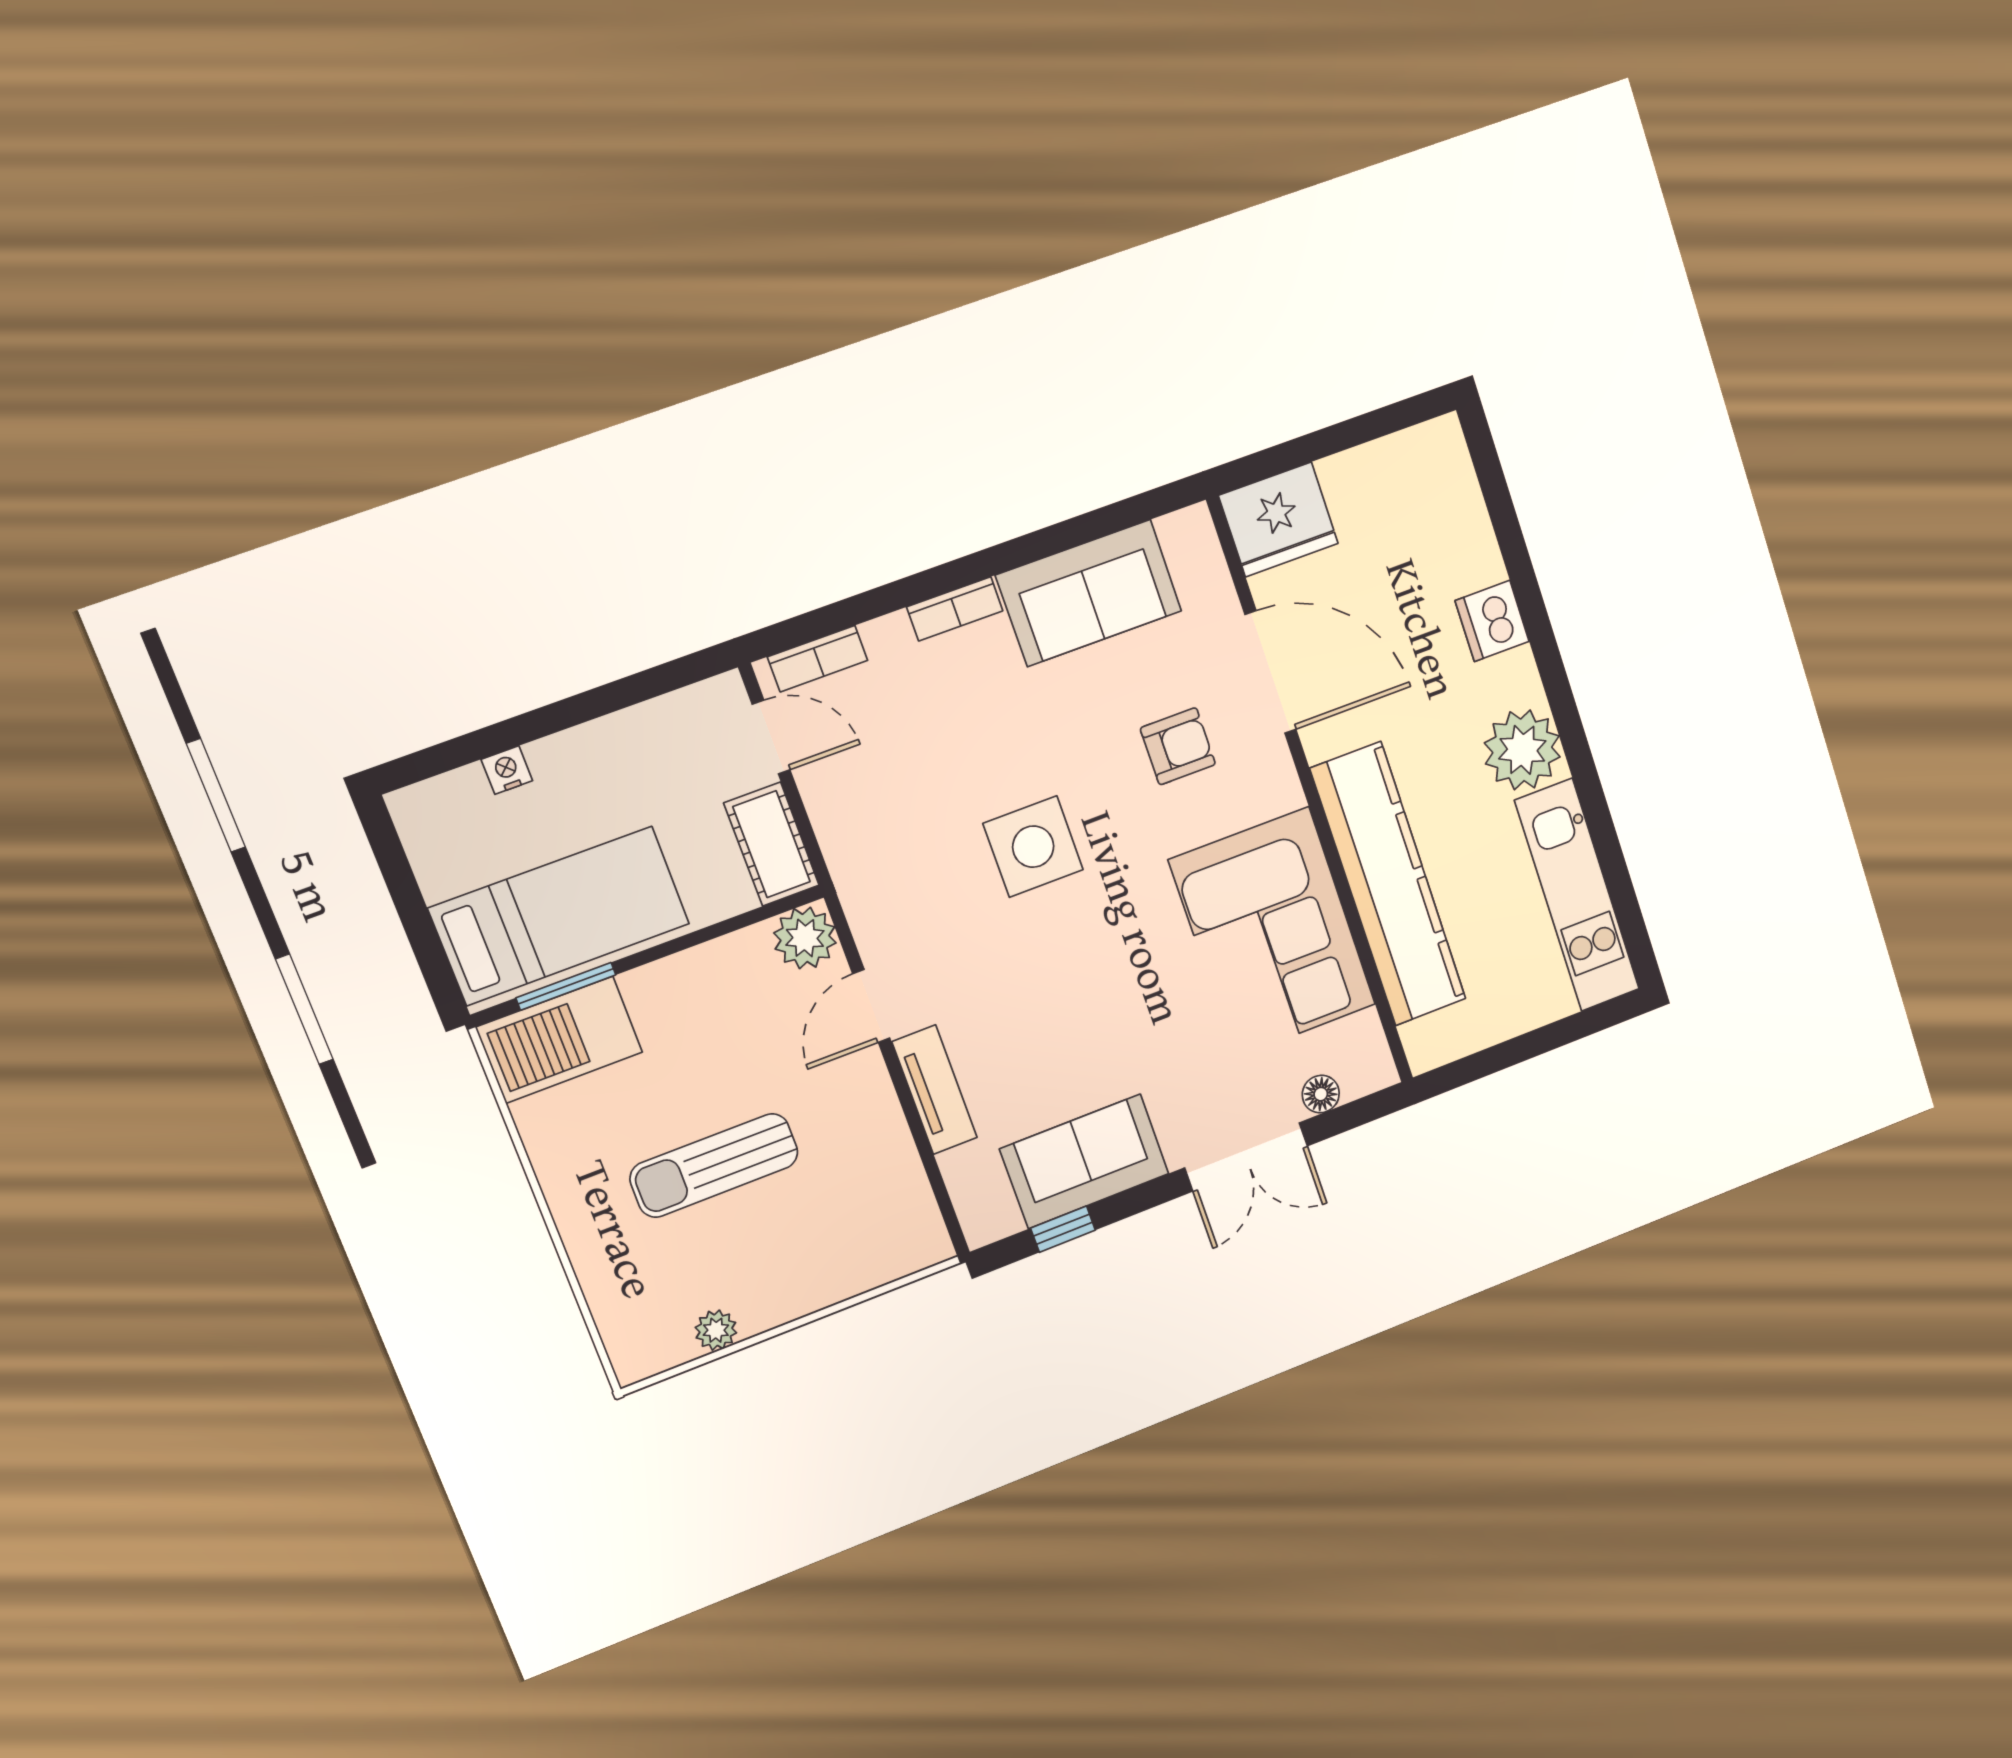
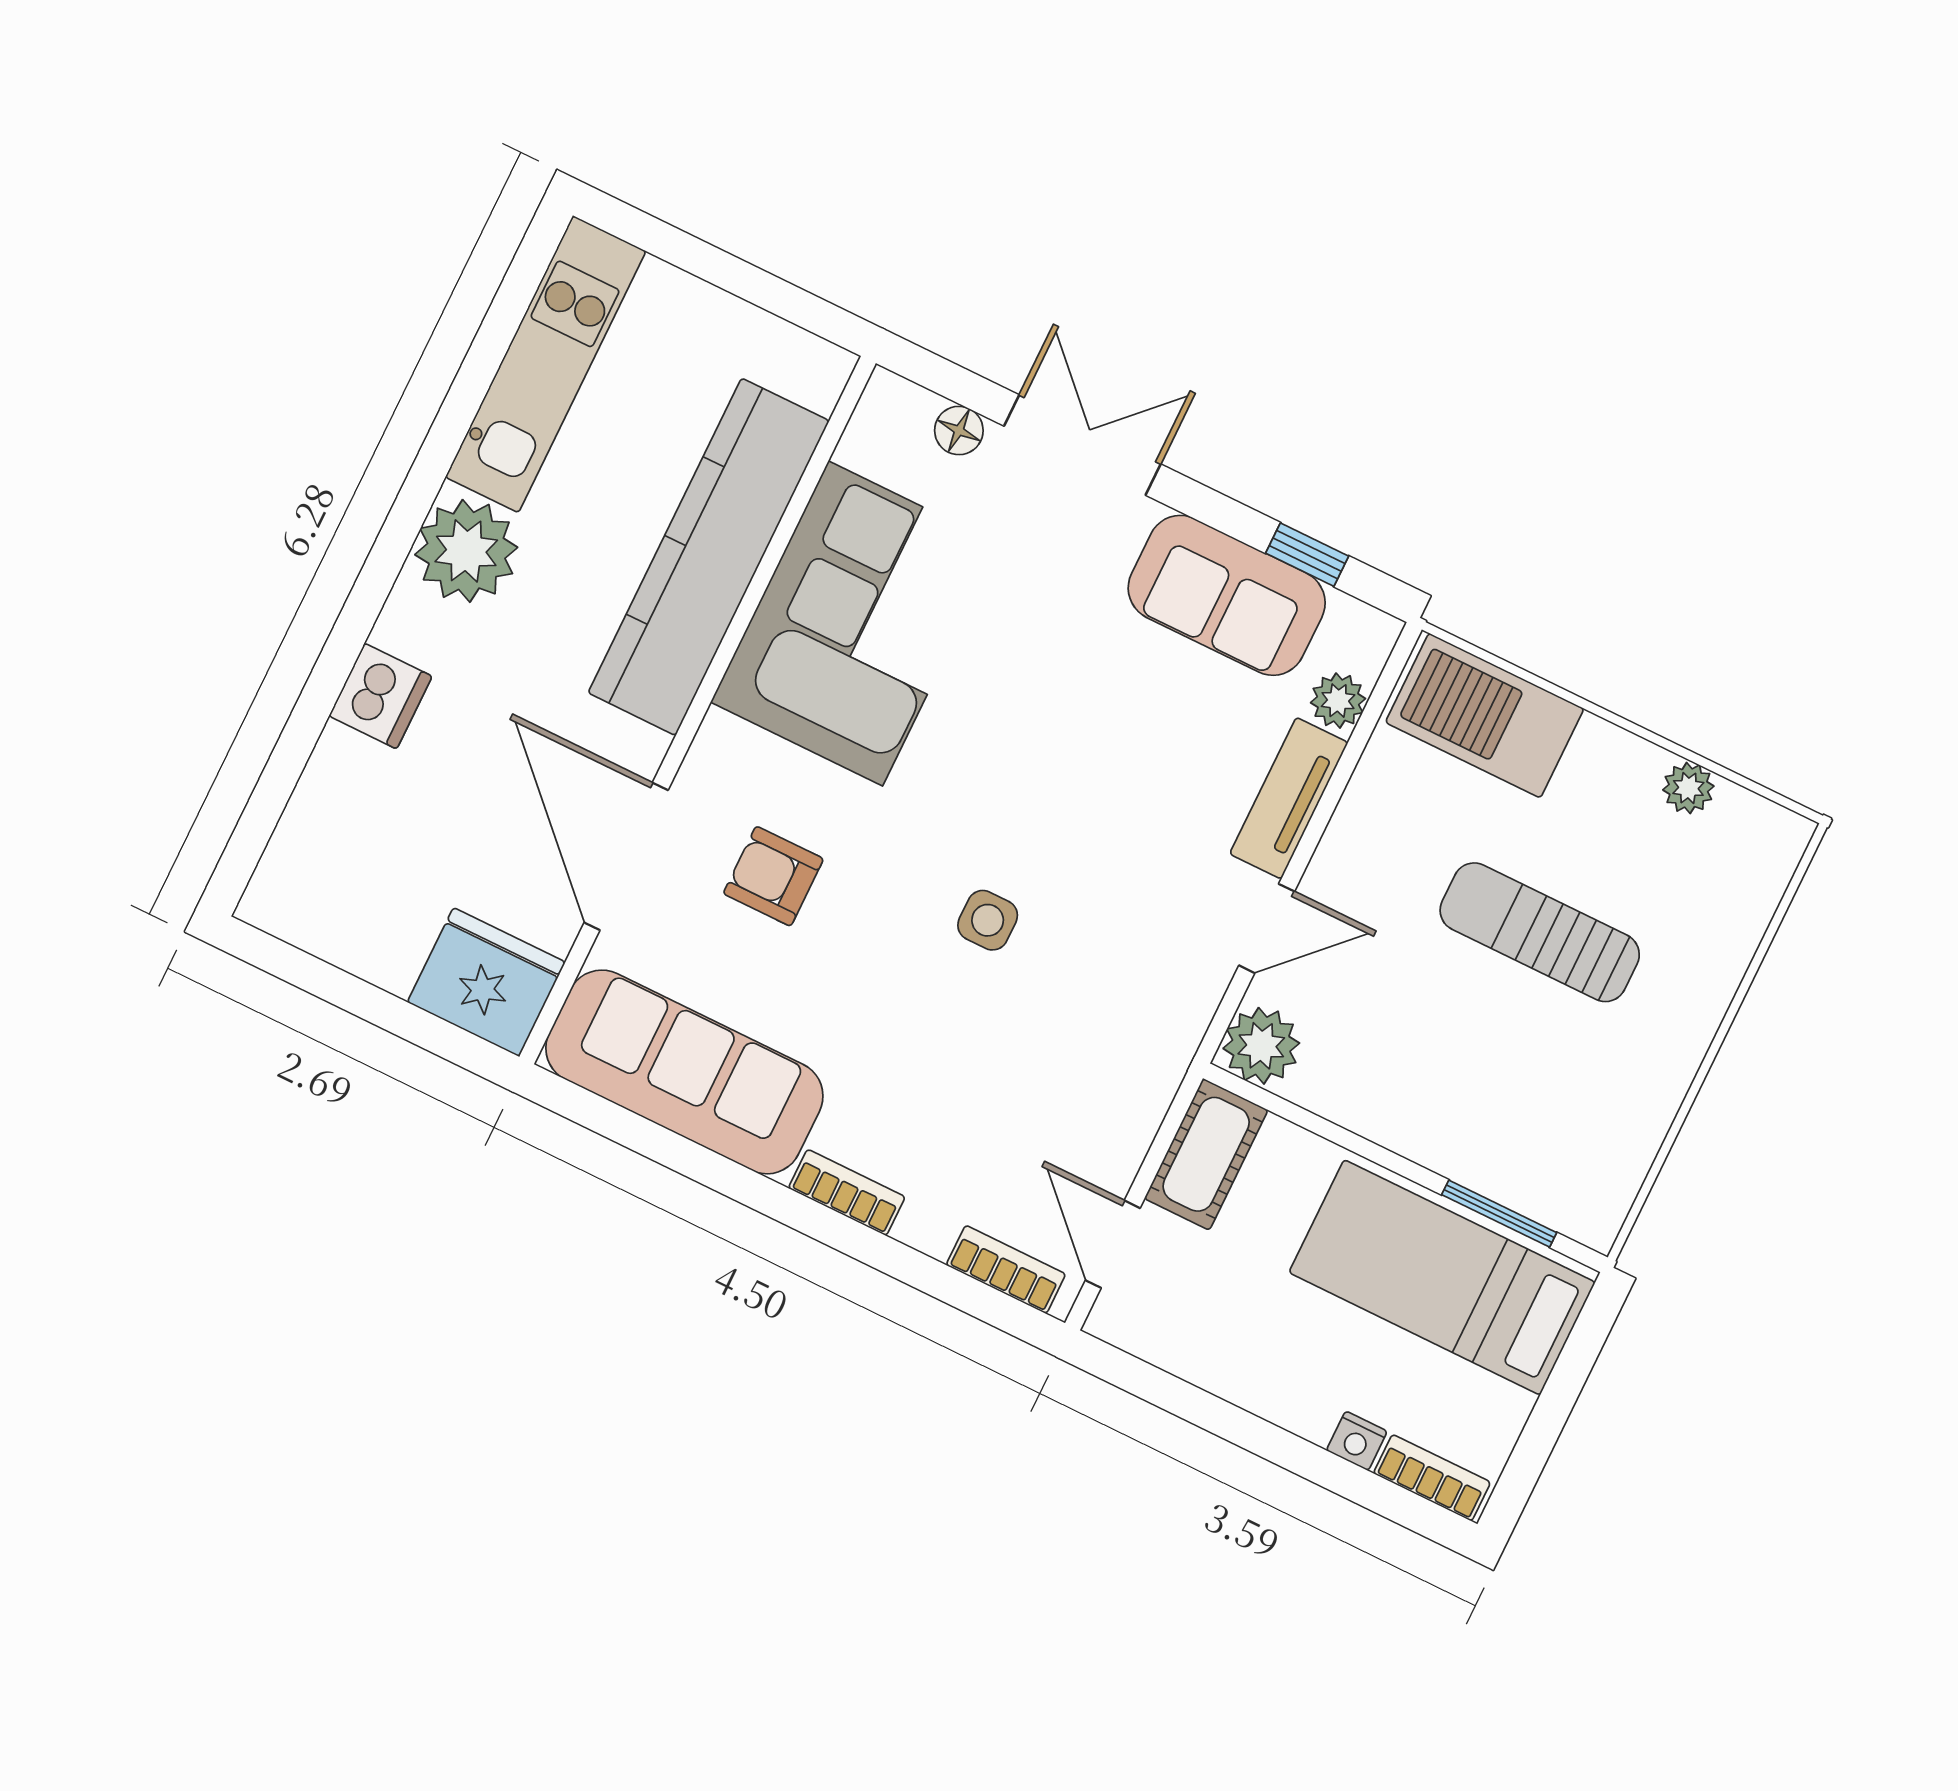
sofa: (1089, 593) -> (684, 1072), width x1.36
bookcase: (439, 794) -> (1432, 1478), added
side table: (1033, 847) -> (988, 920), width x0.54, depth x0.54
barbecue: (559, 1040) -> (1485, 715), moved, turned 180
sun lounger: (714, 1165) -> (1540, 932), turned 180
plant: (963, 1171) -> (1338, 701), added

